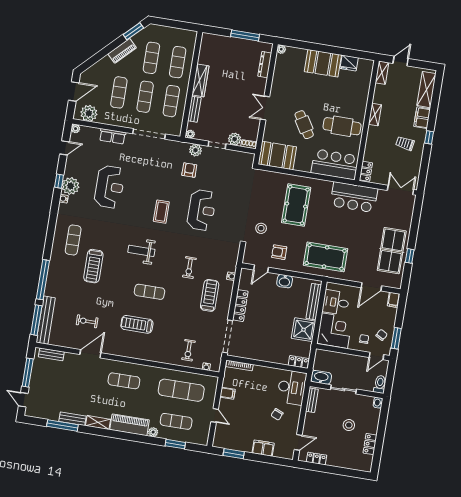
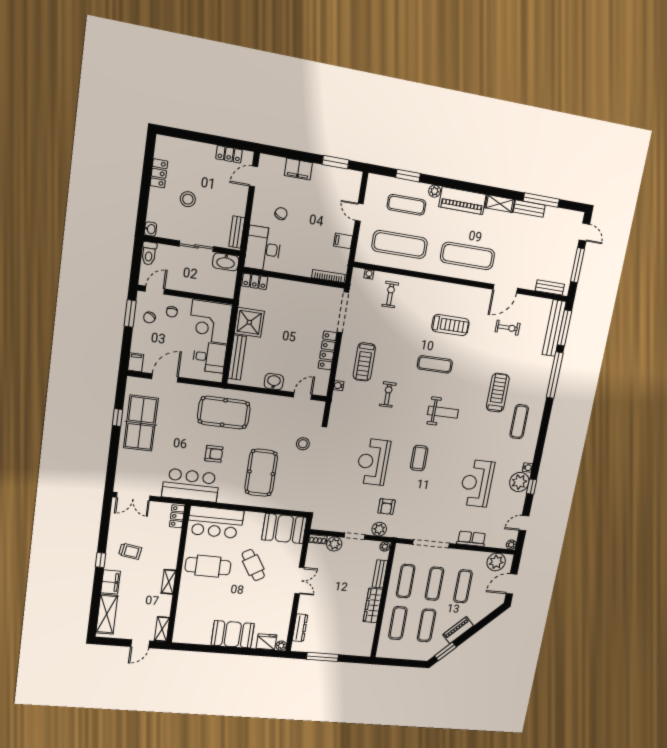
fridge: (349, 63) -> (266, 642), moved
armchair: (279, 252) -> (214, 454), moved
exercise mat: (124, 381) -> (468, 256), width x1.36, depth x1.45

